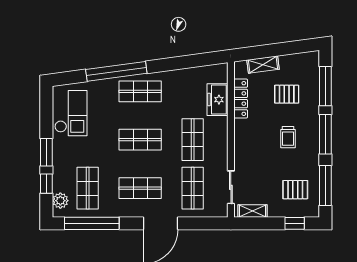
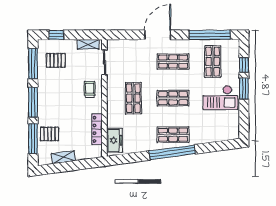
shelving: (263, 65) -> (64, 157), moved
window: (116, 71) -> (172, 152), moved
pallet: (287, 94) -> (50, 134), moved
freezer: (218, 100) -> (115, 140), moved
checkout: (71, 113) -> (220, 98), moved, turned -90
trolley: (288, 137) -> (90, 89), moved
shop shelf: (193, 188) -> (133, 62), removed
plant: (60, 201) -> (233, 52), removed

